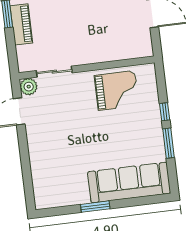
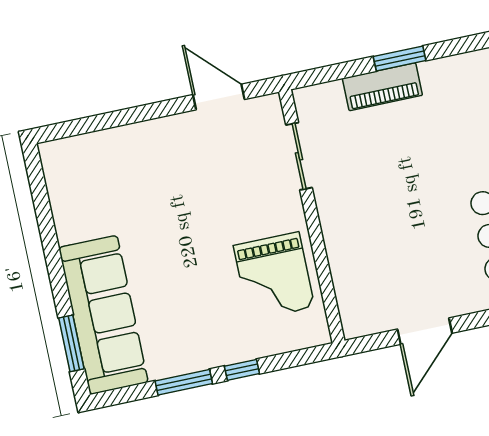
plant: (29, 87) -> (267, 111), removed
window: (95, 207) -> (71, 343), moved

